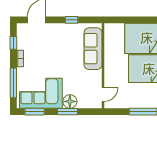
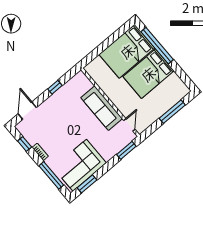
sofa: (93, 49) -> (102, 108), moved
floor lamp: (70, 101) -> (108, 152), removed
window: (68, 112) -> (126, 150), moved

